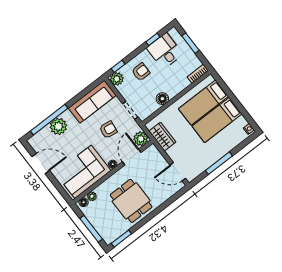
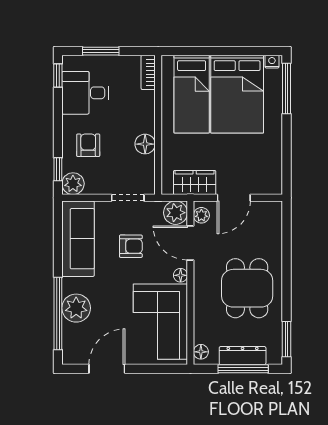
window: (153, 39) -> (58, 76), moved
bed: (217, 120) -> (237, 94), width x1.50
armchair: (108, 130) -> (131, 246), turned 82
window: (219, 163) -> (287, 88), moved
door: (178, 172) -> (234, 198), moved
plant: (92, 196) -> (201, 215), moved
dining table: (131, 201) -> (247, 288), turned 90
dresser: (97, 224) -> (243, 356), added

